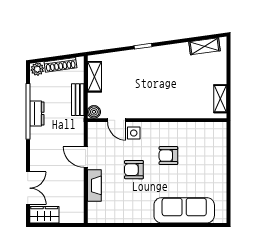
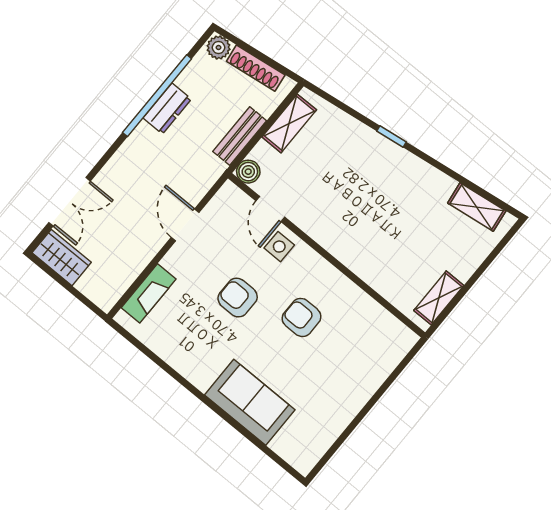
fireplace: (94, 185) -> (149, 293), moved
sofa: (184, 210) -> (250, 402), width x0.73

